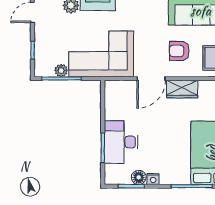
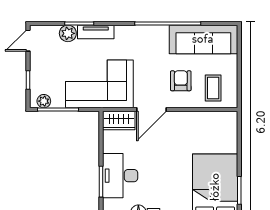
armchair: (179, 51) -> (181, 81), turned 90
plant: (61, 70) -> (44, 101), moved
wardrobe: (182, 89) -> (119, 120), moved

